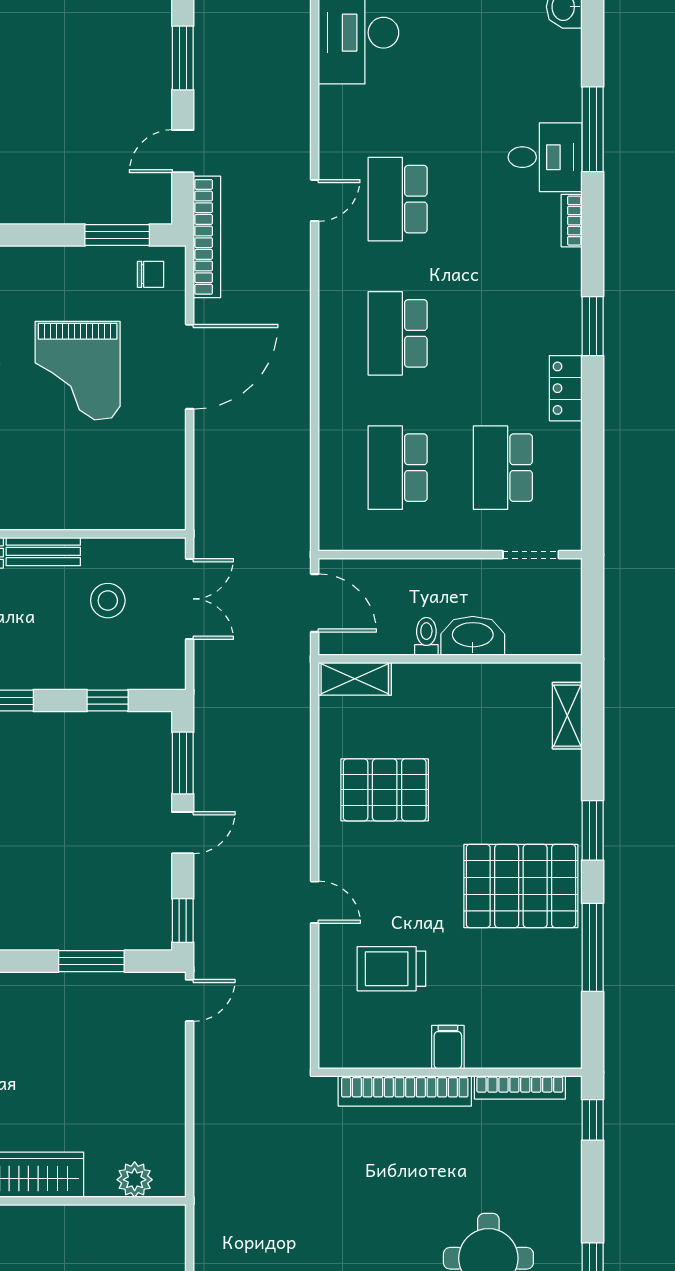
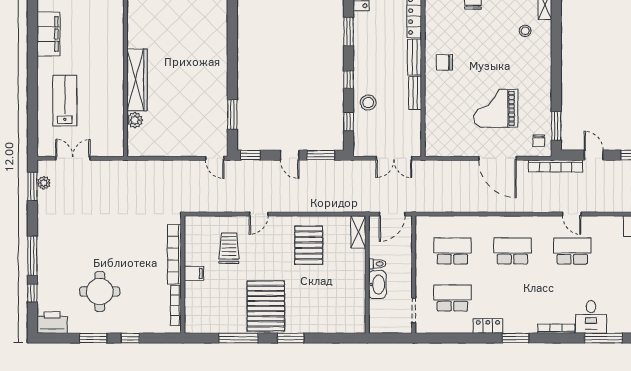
bookcase: (572, 221) -> (556, 329), width x1.56
stool: (108, 601) -> (368, 103), moved
shelving: (567, 716) -> (342, 327), removed
window: (593, 1120) -> (130, 338), moved
plant: (135, 1180) -> (135, 120), moved

